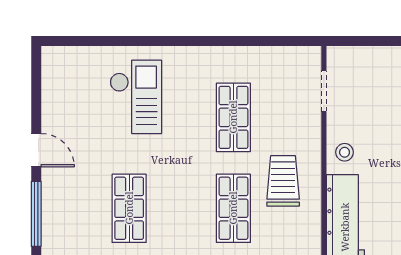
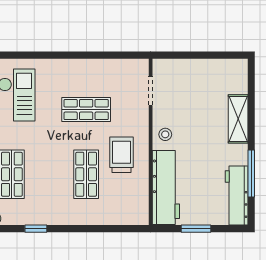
shop shelf: (233, 117) -> (86, 110), turned 90

